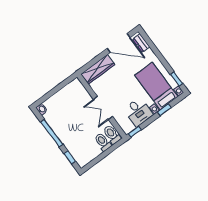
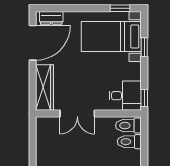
double door: (103, 108) -> (77, 114), moved
desk: (138, 112) -> (125, 96), moved

